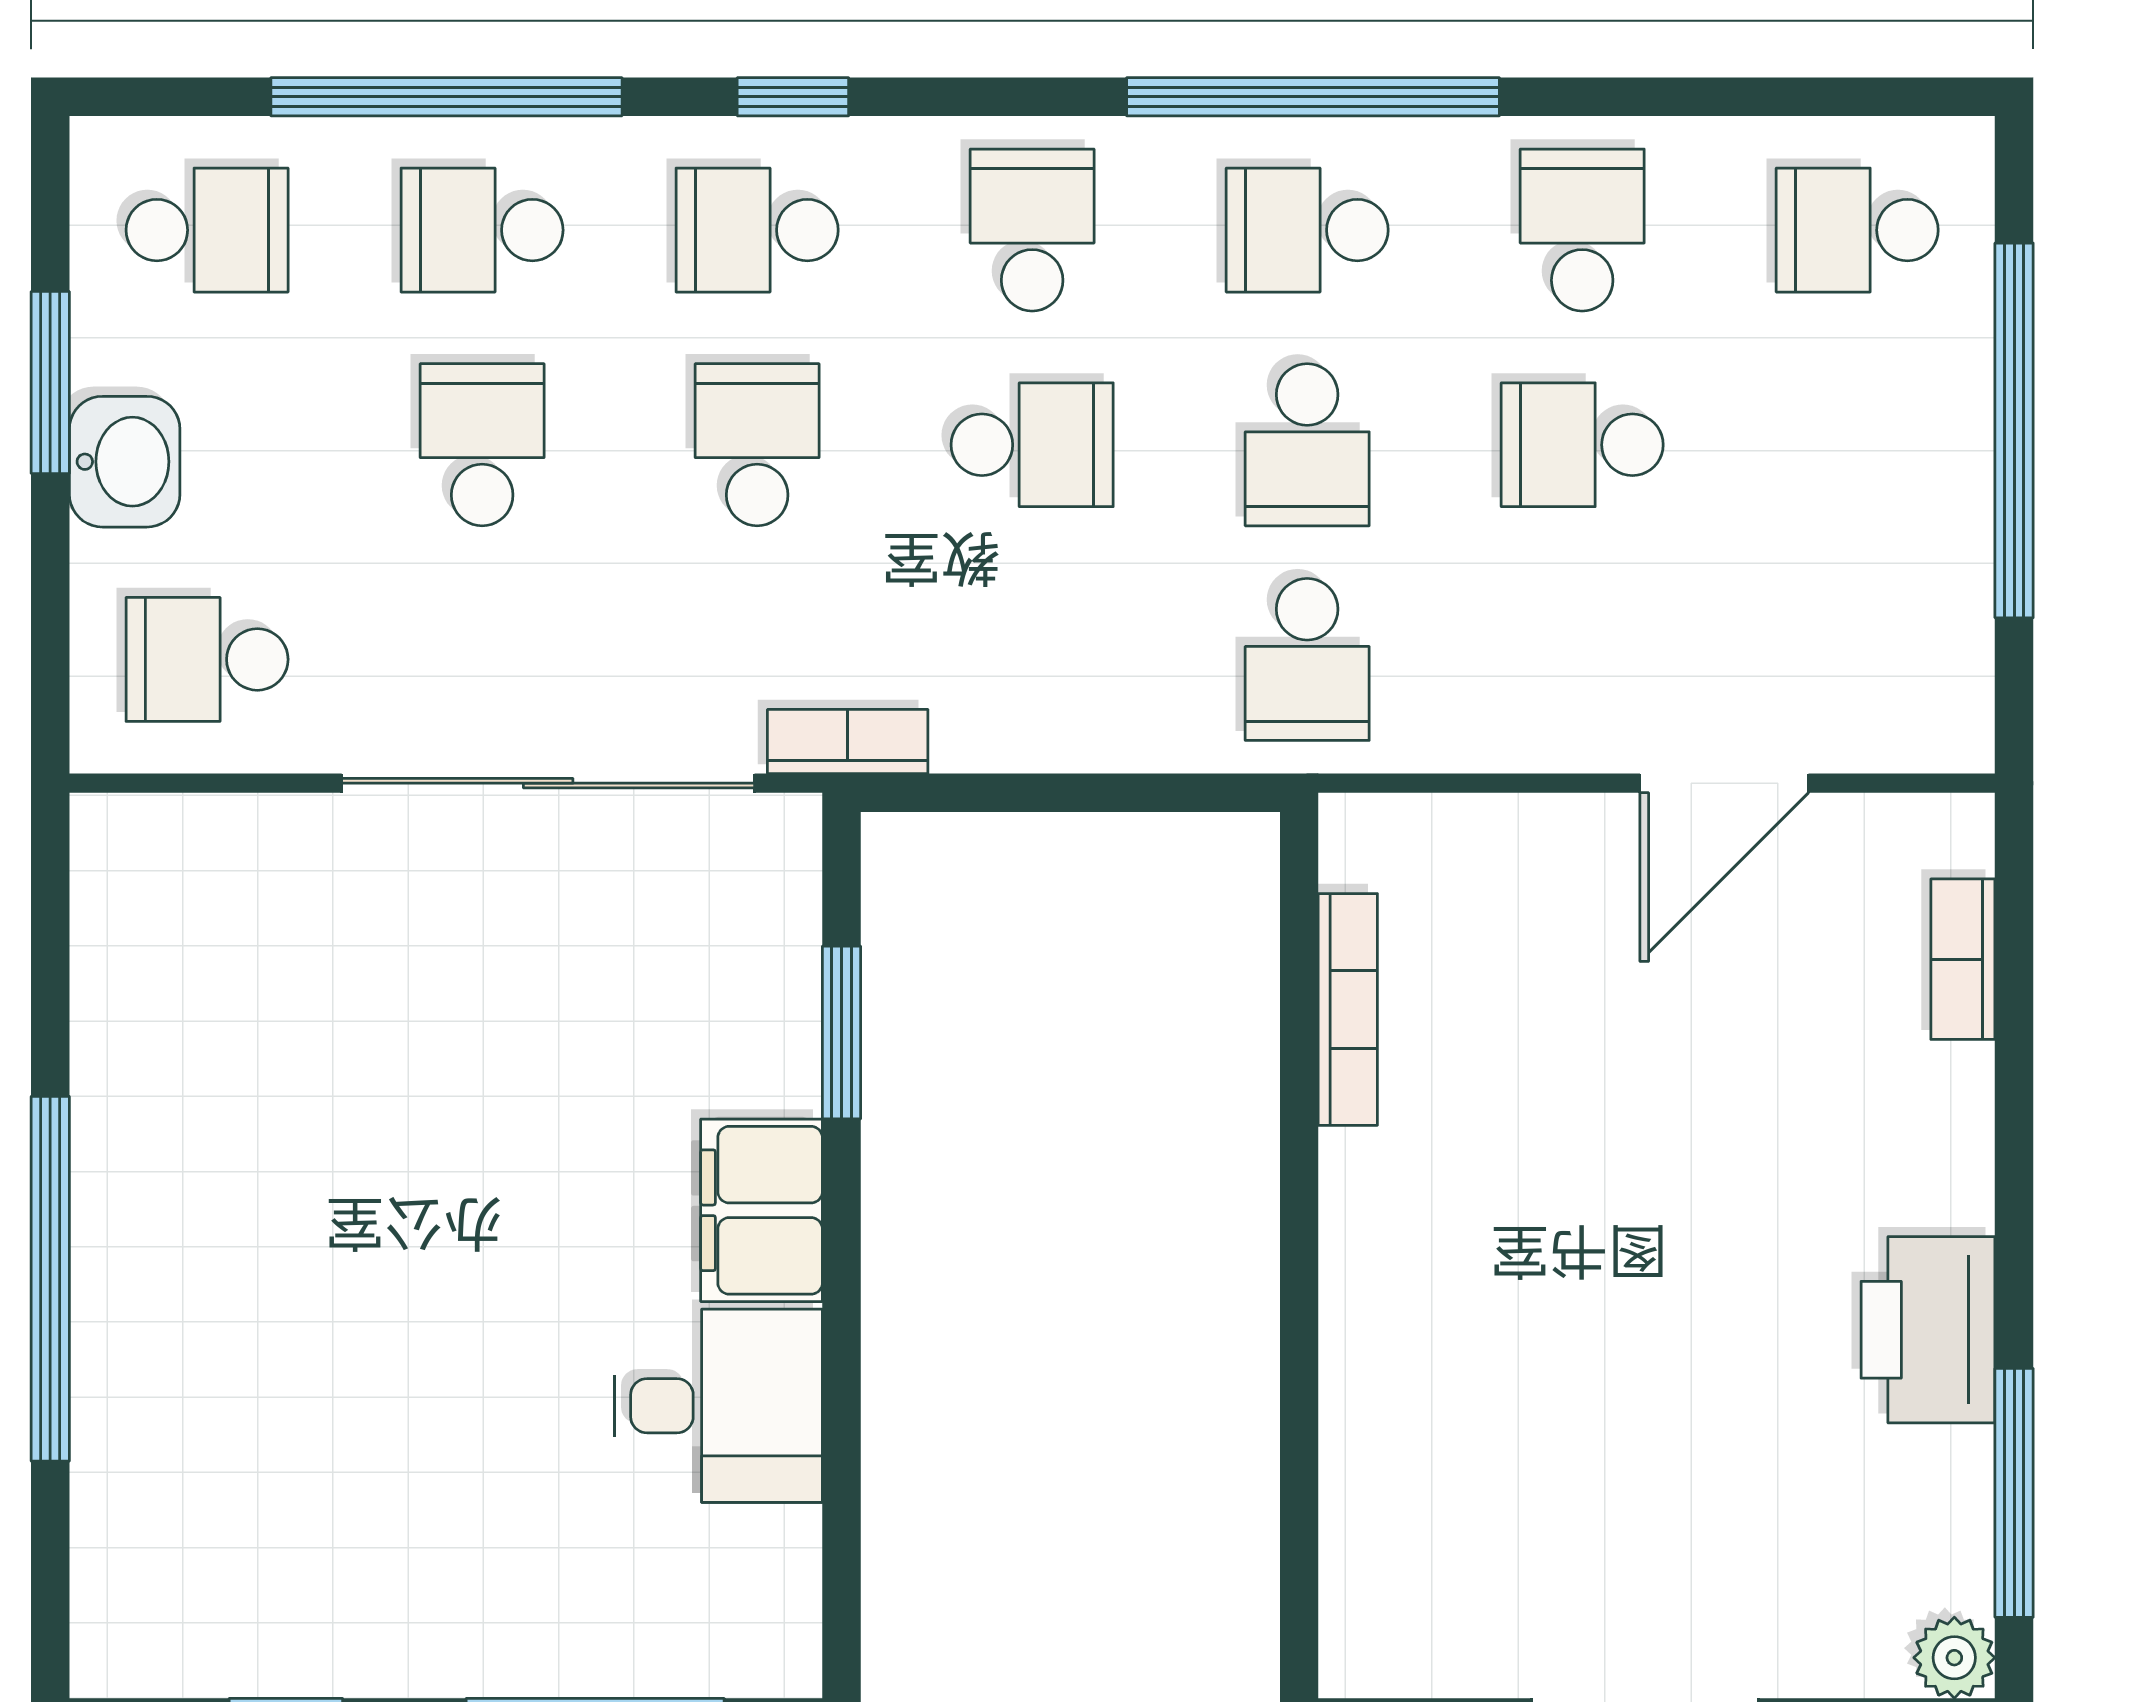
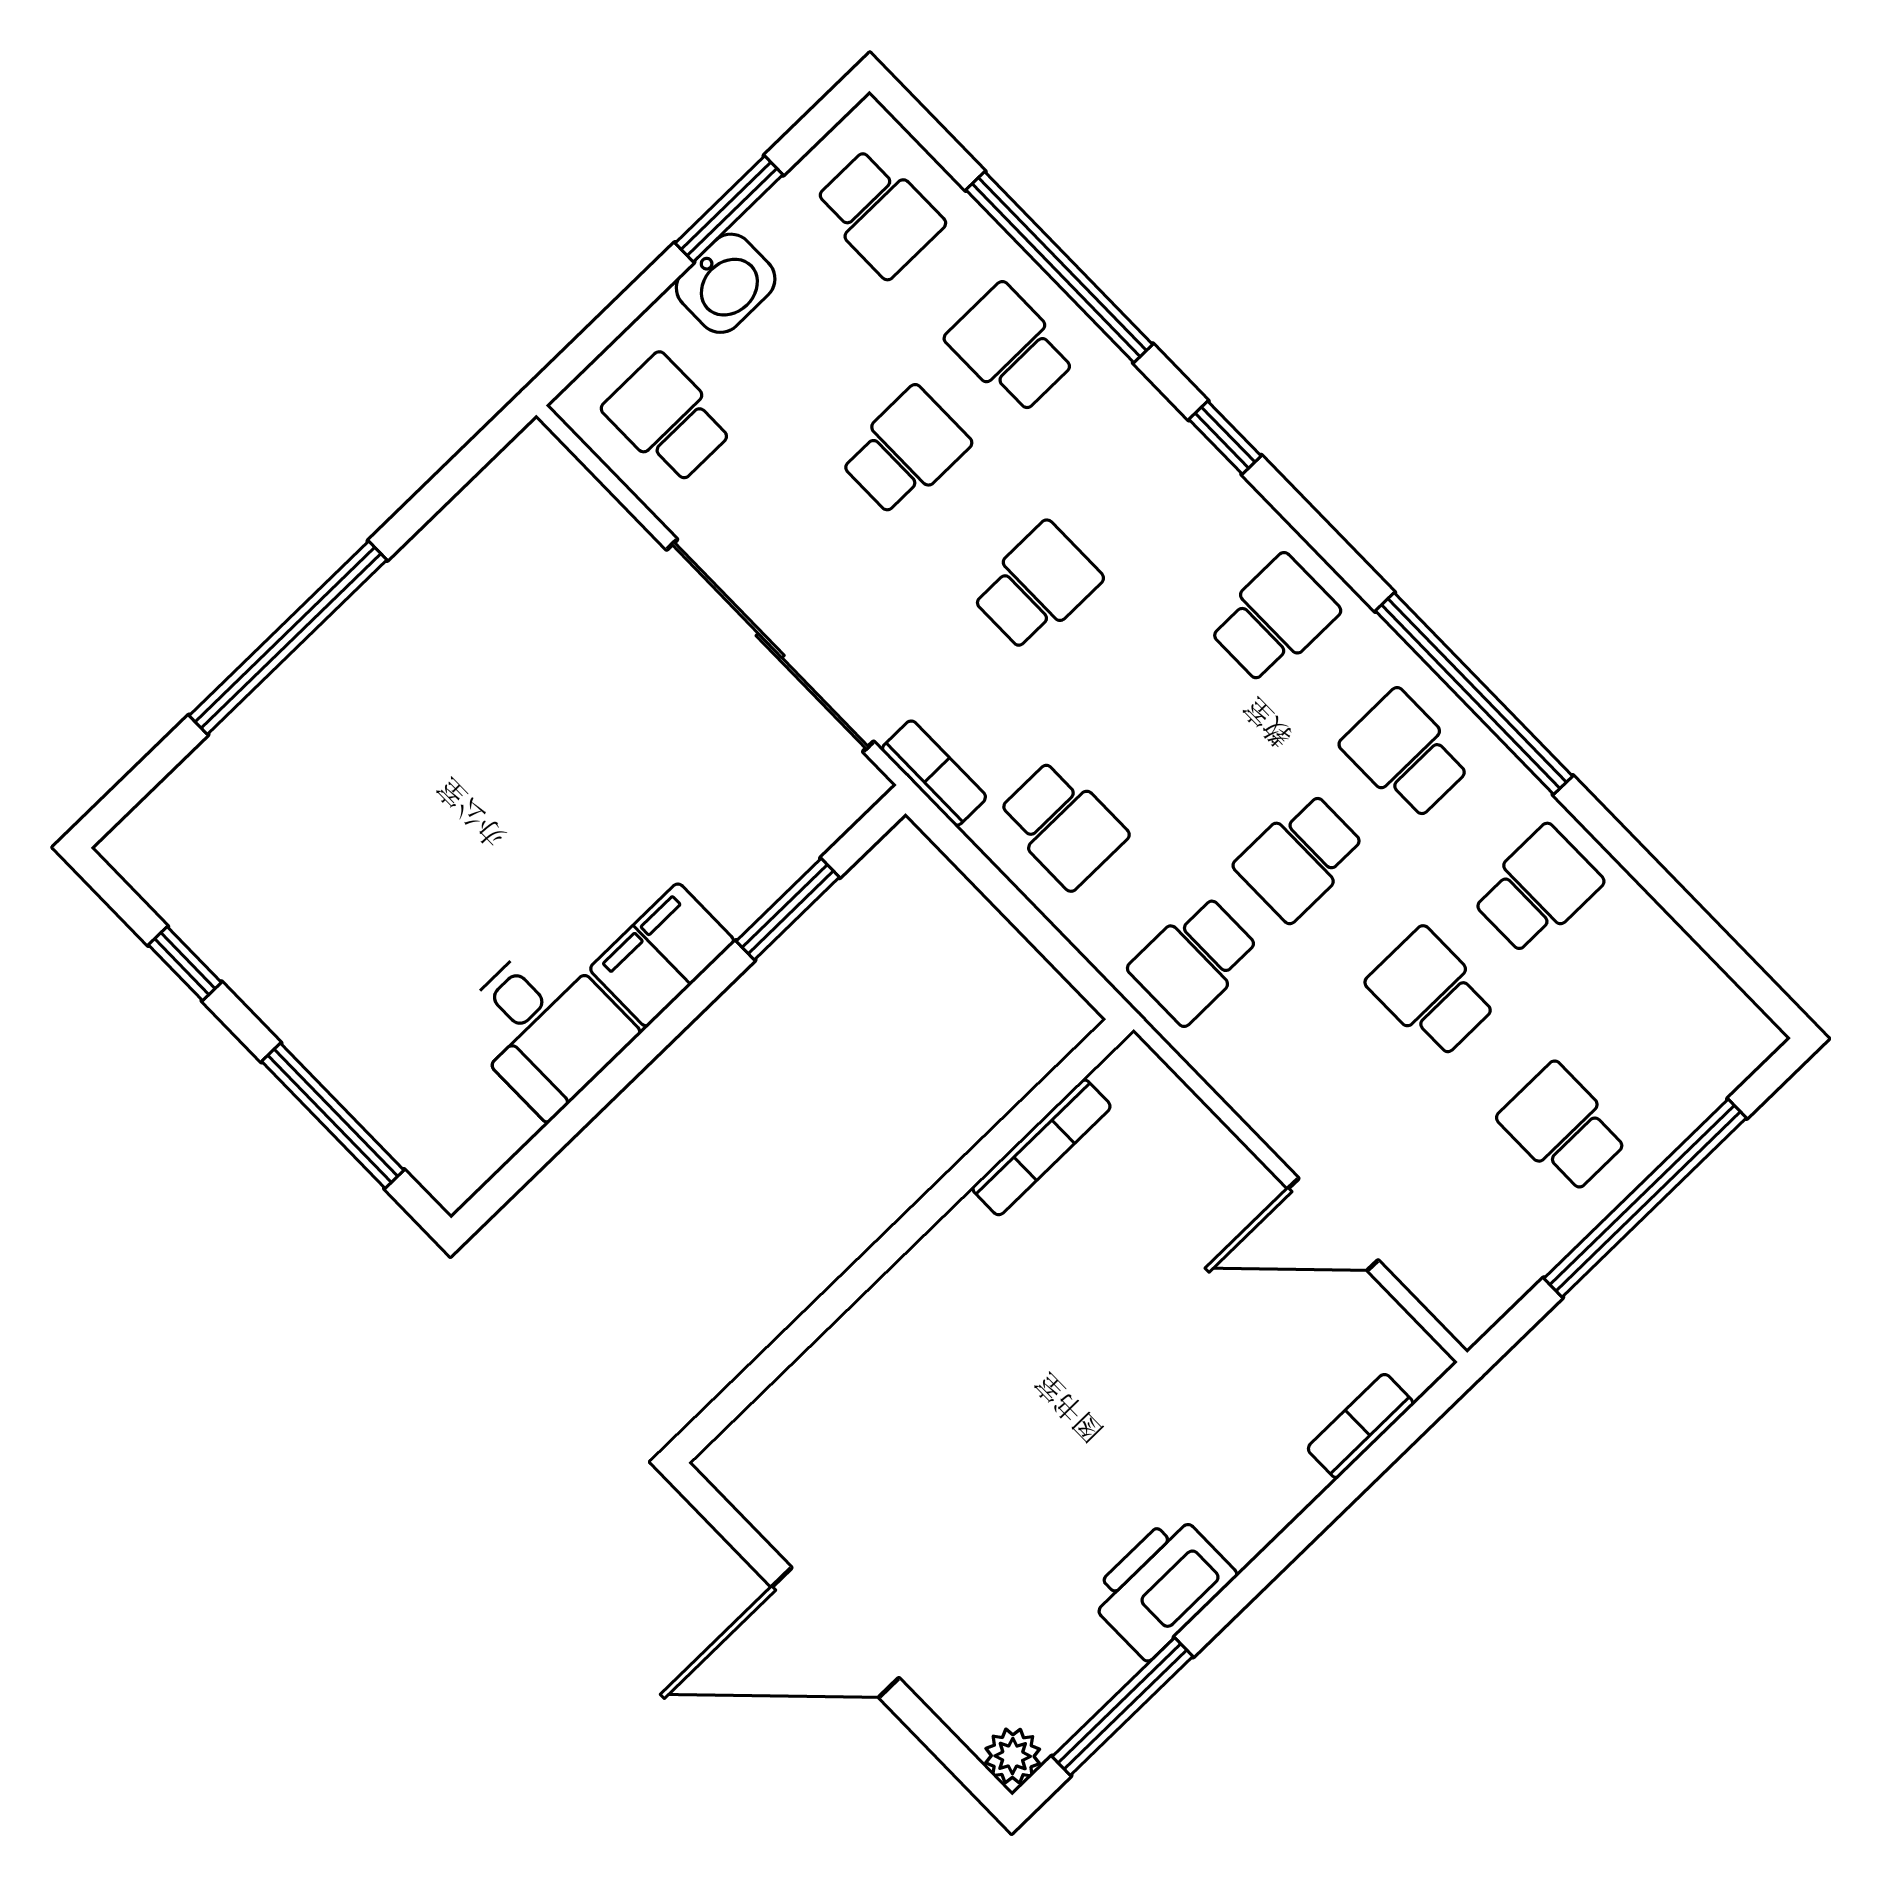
school desk: (757, 230) -> (1142, 484), removed
school desk: (1857, 230) -> (1563, 1128), moved
school desk: (1032, 445) -> (1063, 825), moved

